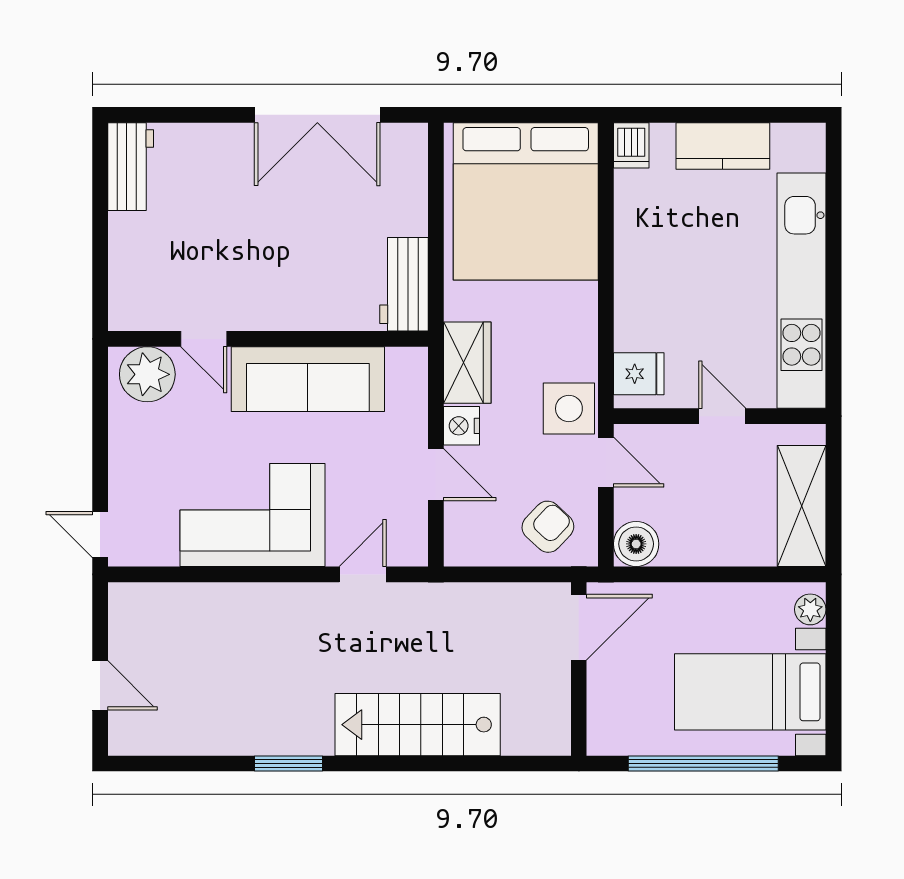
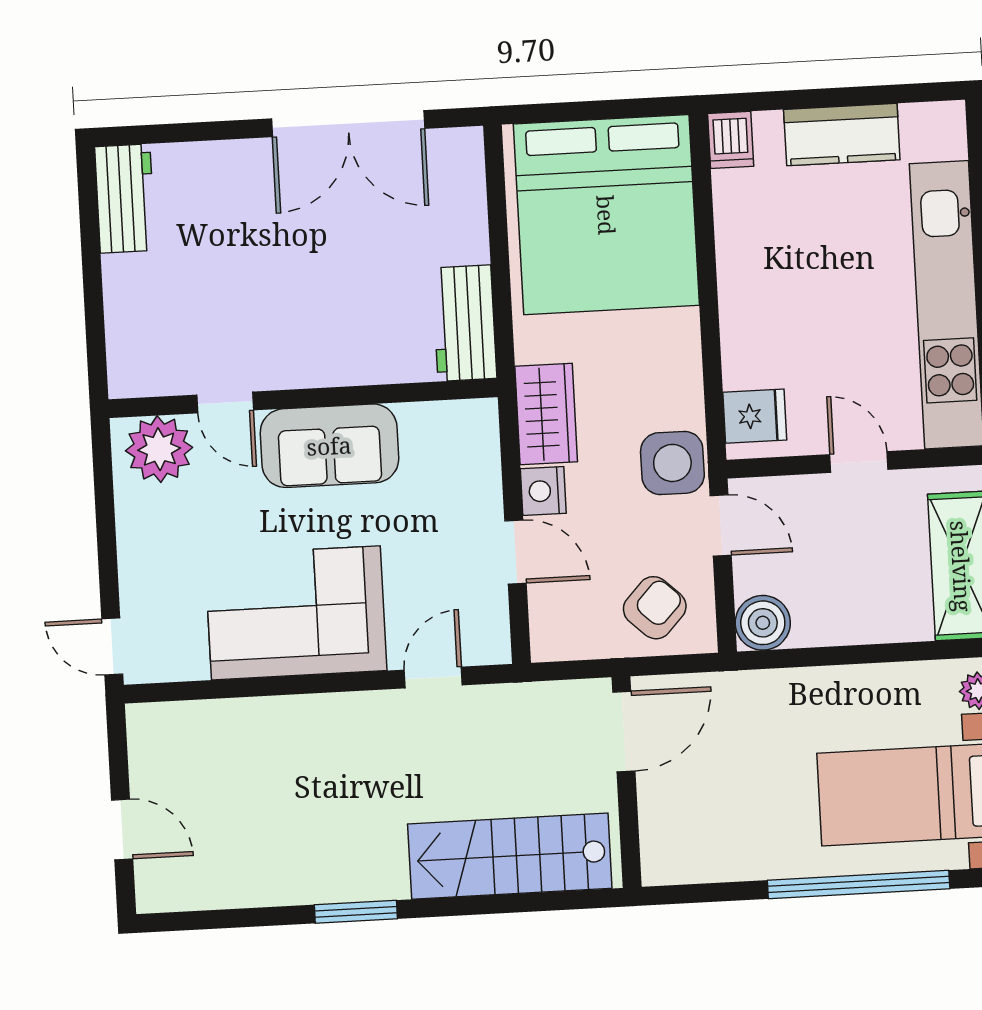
sofa: (308, 379) -> (329, 446), width x0.73
door: (579, 627) -> (624, 732), moved
wall: (579, 669) -> (627, 782), moved

